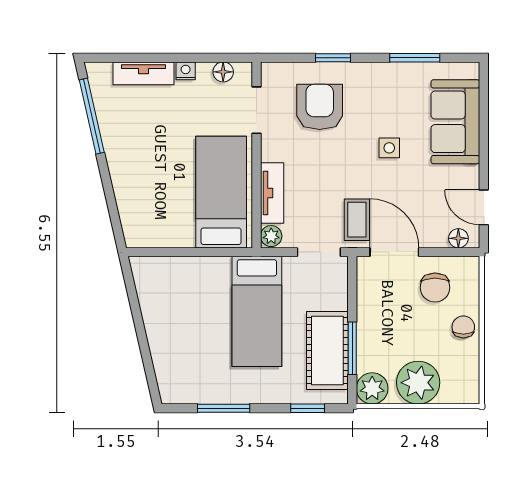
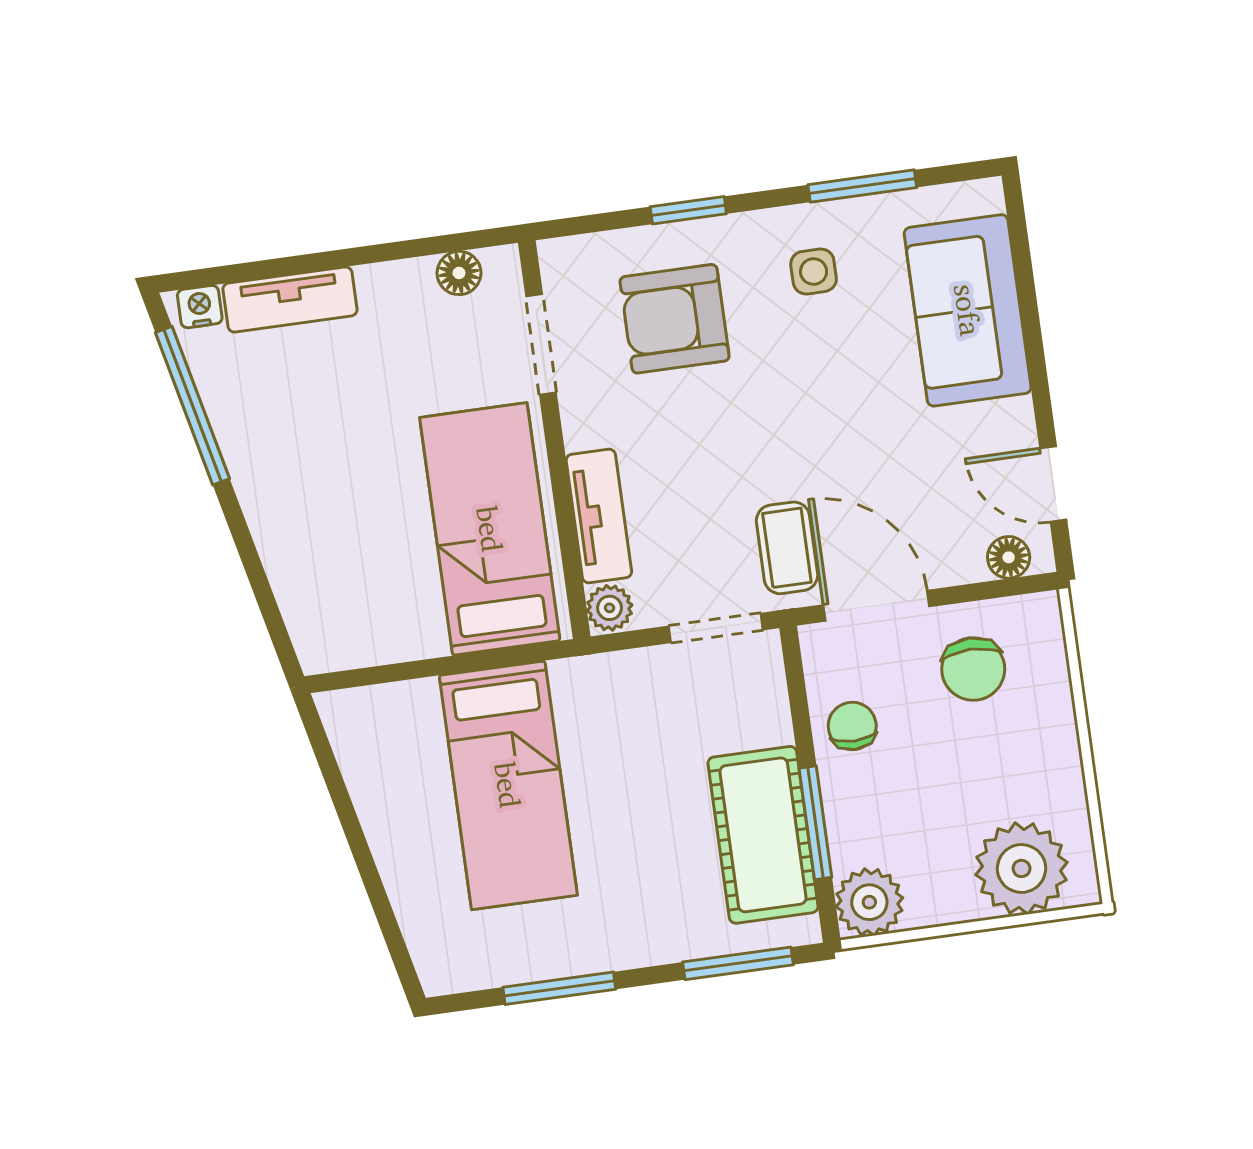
nightstand: (186, 71) -> (200, 307), moved
armchair: (320, 107) -> (675, 319), turned -90
side table: (389, 148) -> (814, 271), moved
bed: (257, 311) -> (508, 785), moved
chair: (463, 327) -> (852, 726), moved
plant: (418, 383) -> (1022, 868), moved
window: (308, 408) -> (738, 963), width x1.50

